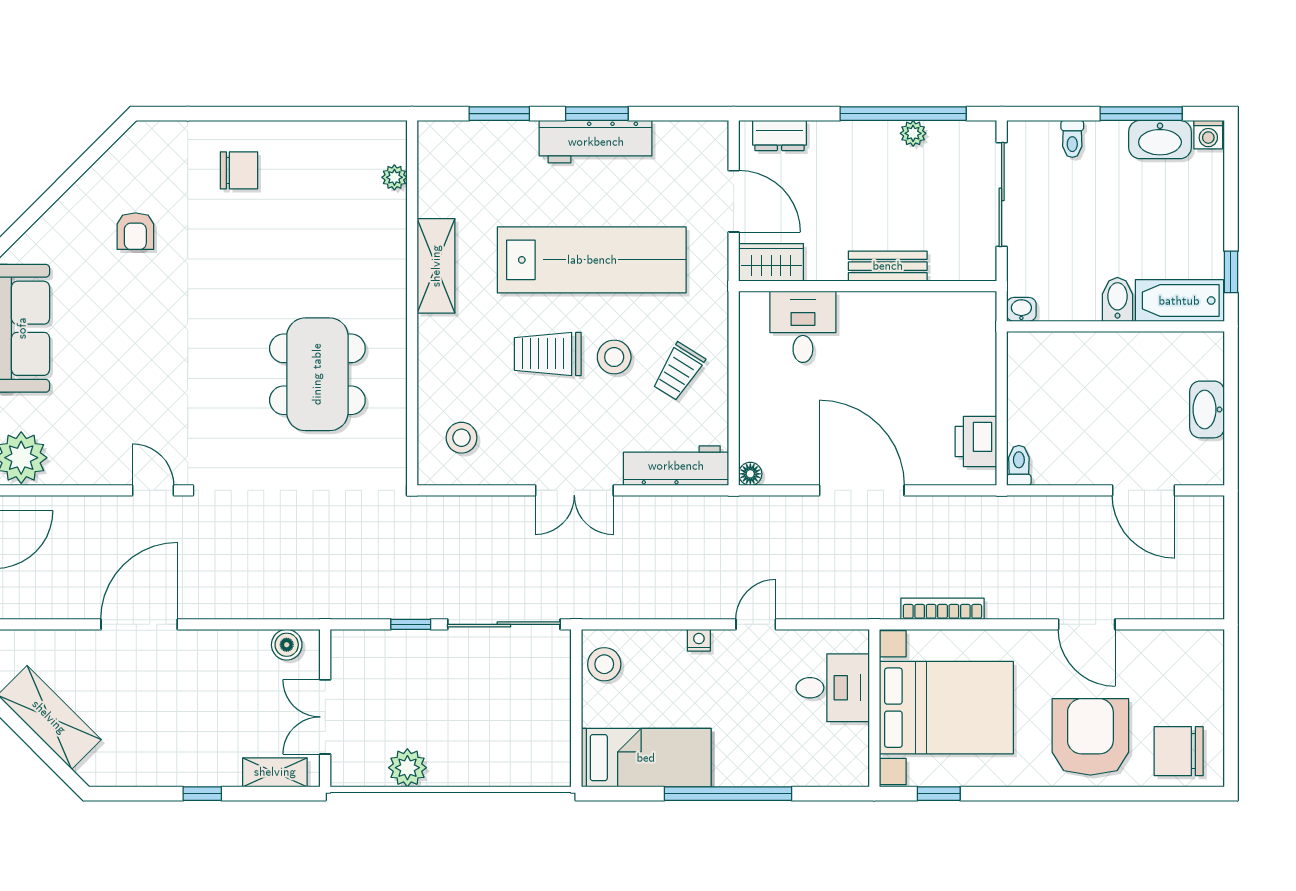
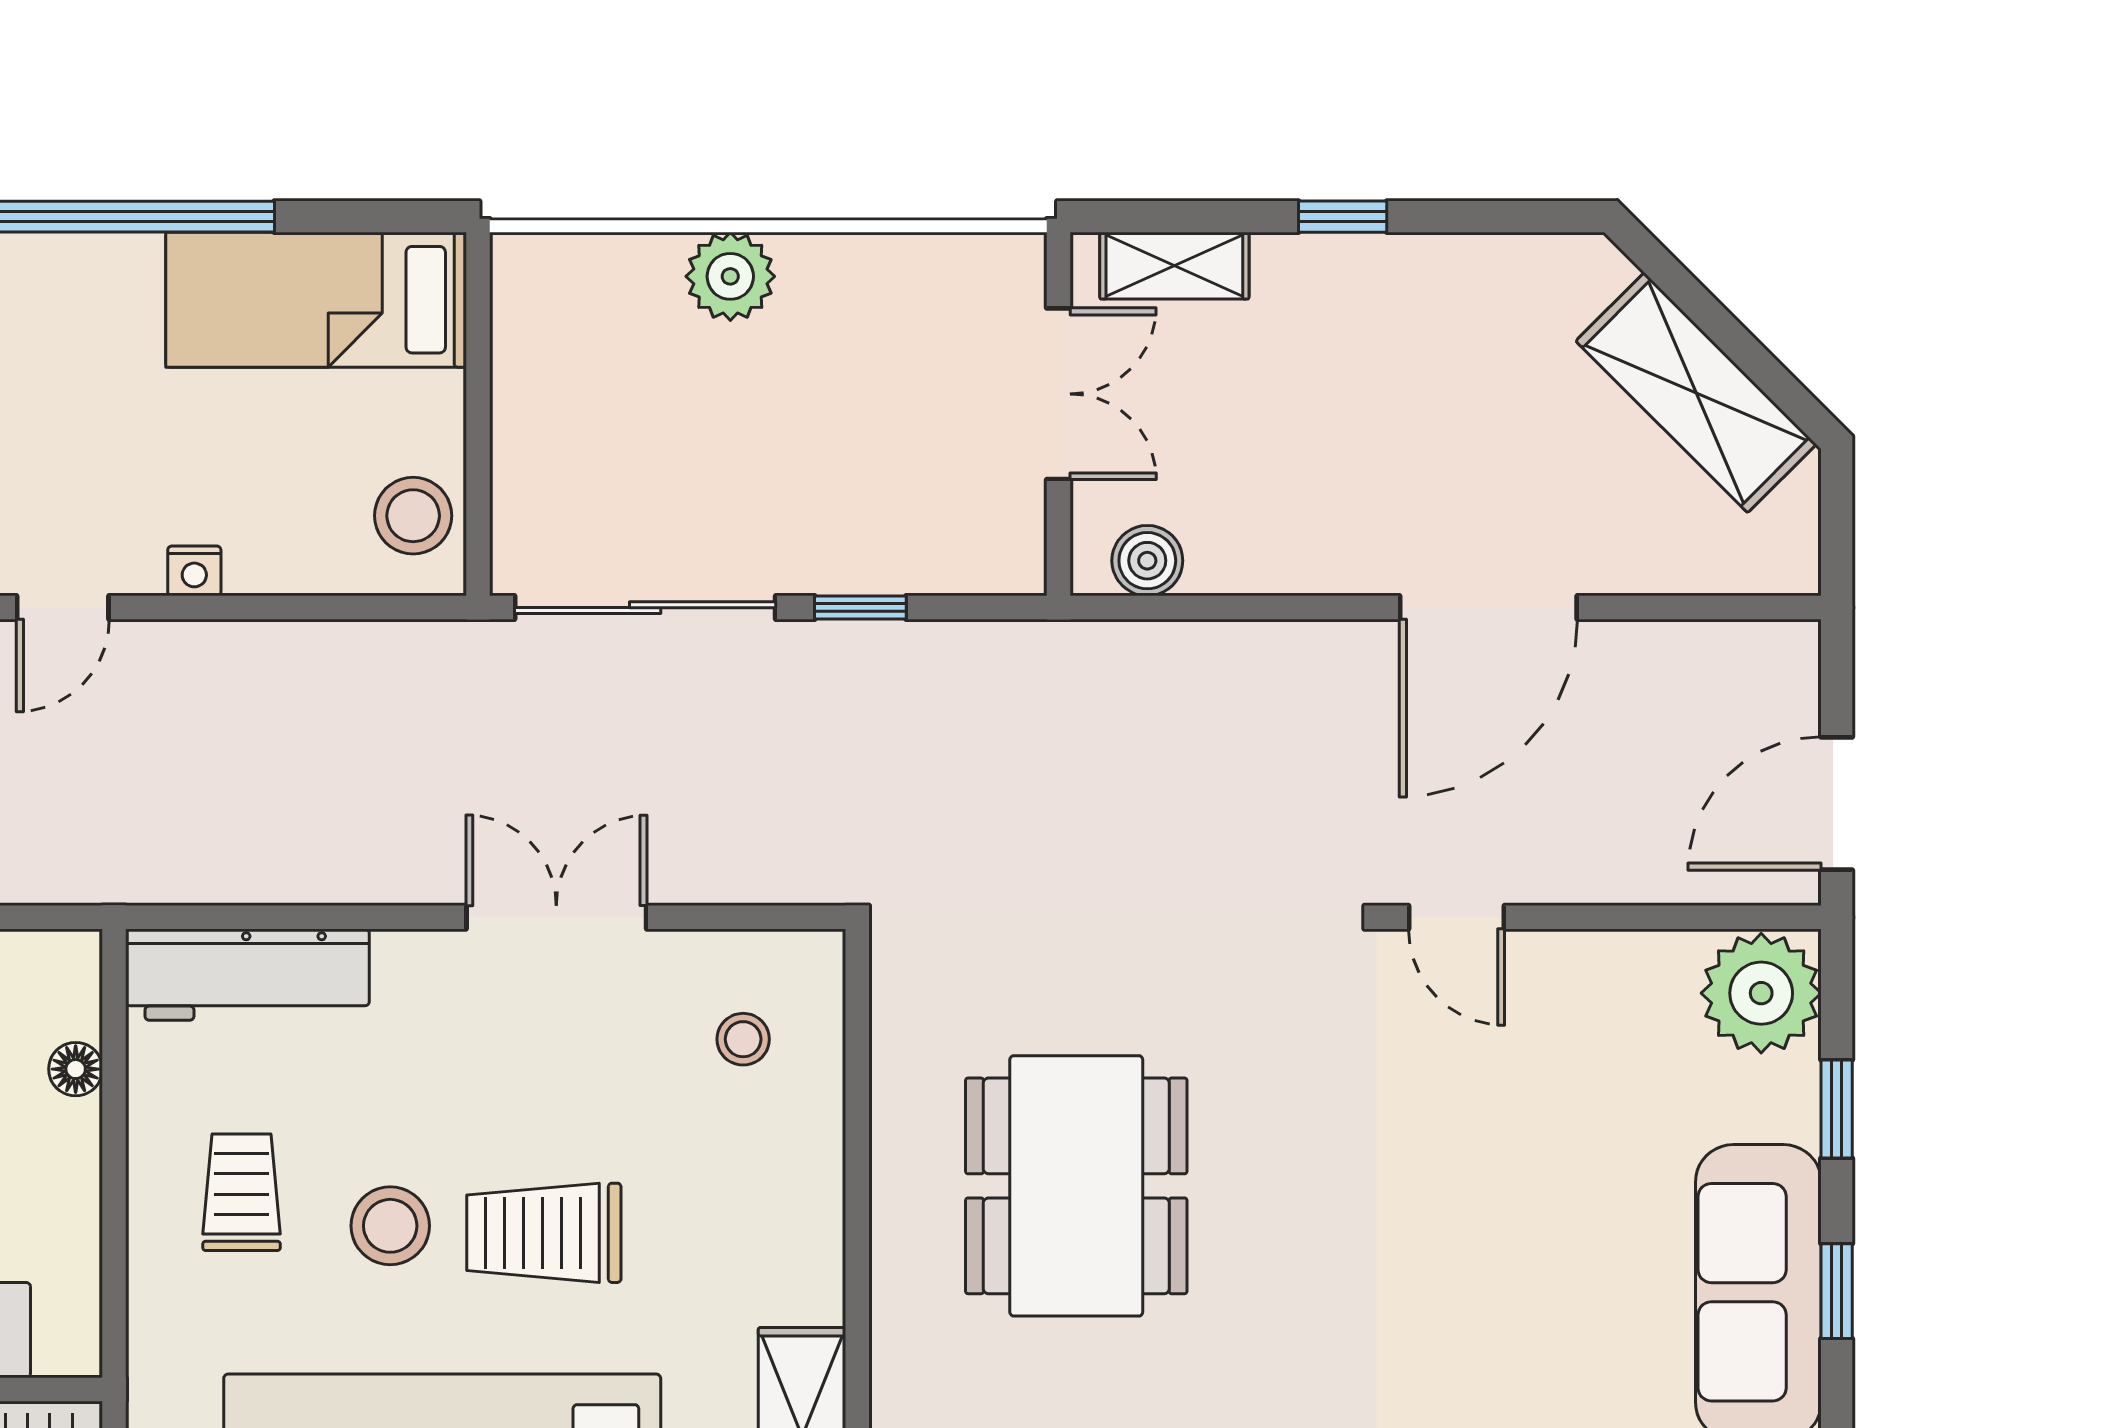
trolley: (548, 354) -> (544, 1233), turned 180
trolley: (678, 372) -> (242, 1192), turned -32
stool: (462, 438) -> (743, 1039), width x0.73, depth x0.73
floor lamp: (750, 474) -> (76, 1069), moved
double door: (574, 490) -> (556, 917), moved
plant: (407, 768) -> (730, 276), moved

